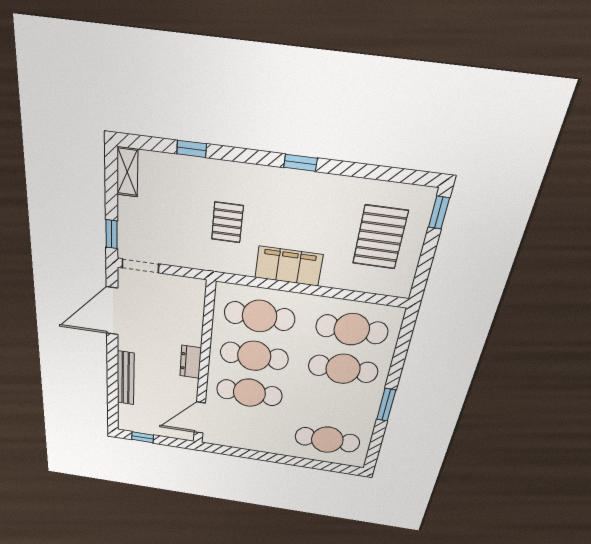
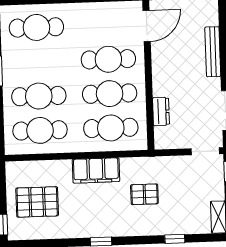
pallet: (227, 222) -> (144, 194), turned 90
pallet: (380, 237) -> (37, 202), turned 90
dresser: (191, 362) -> (161, 111), moved

